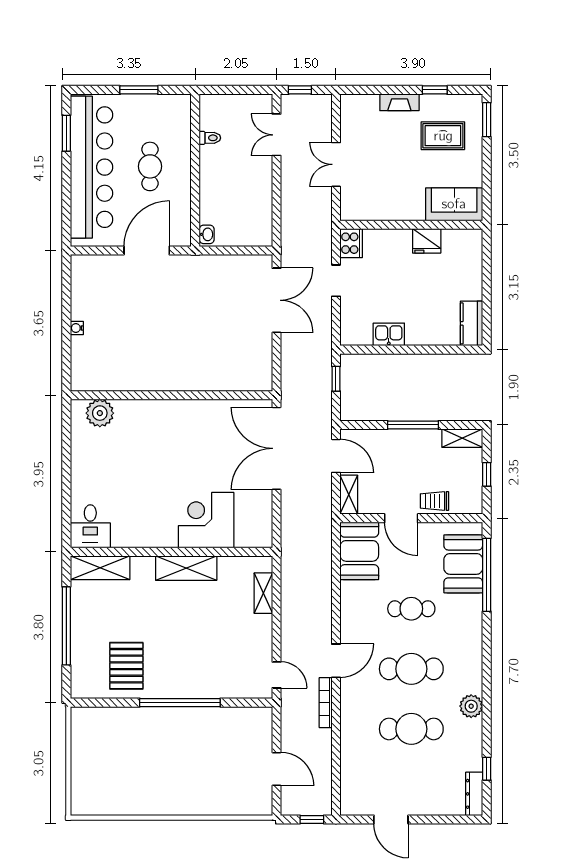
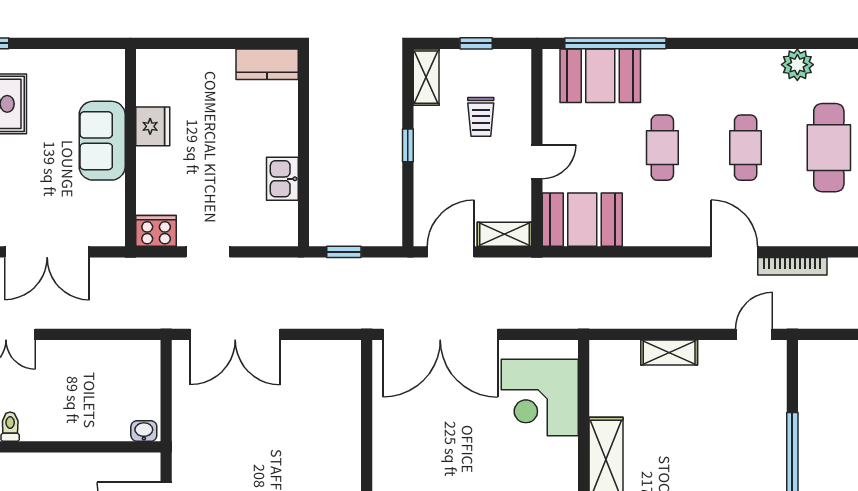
double door: (336, 164) -> (47, 252), width x1.37
sofa: (454, 204) -> (102, 141), moved
double door: (276, 300) -> (235, 334), swing flipped
window: (413, 425) -> (408, 145), width x0.46
trolley: (434, 501) -> (481, 117), moved
door: (401, 518) -> (537, 162), width x0.73
corner desk: (206, 520) -> (540, 398), moved
shelving: (263, 593) -> (669, 353), moved
cafe table: (411, 669) -> (746, 148), width x0.73, depth x0.74

